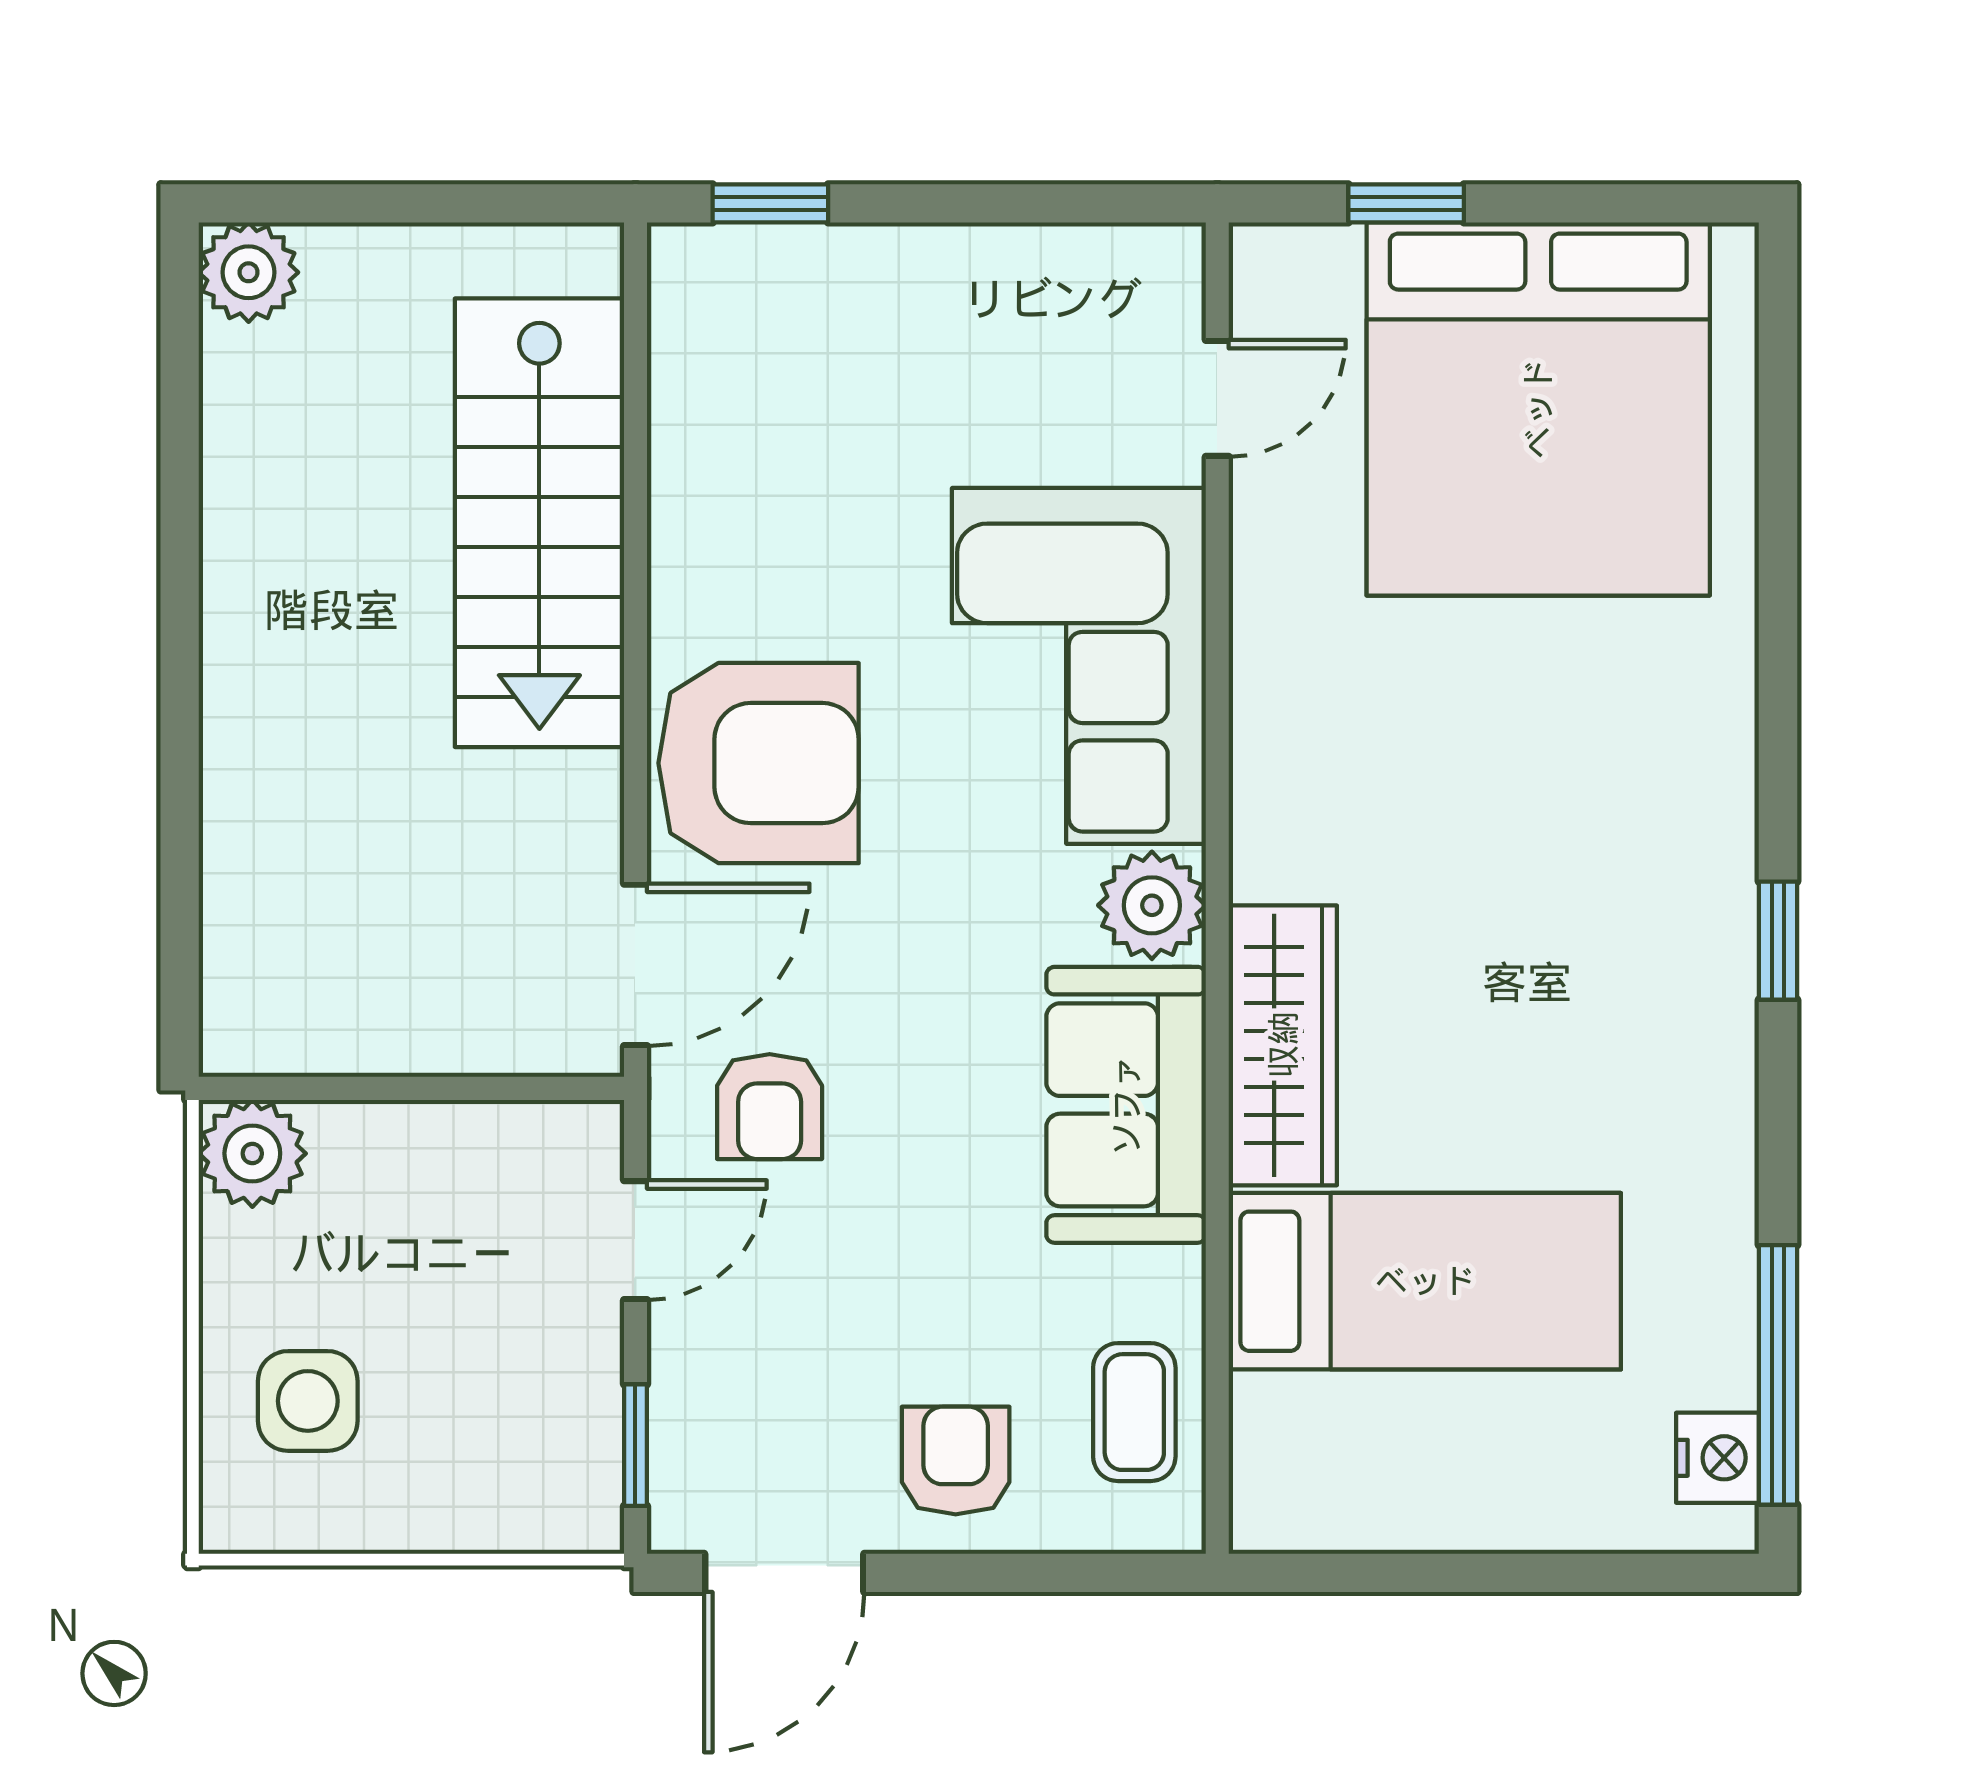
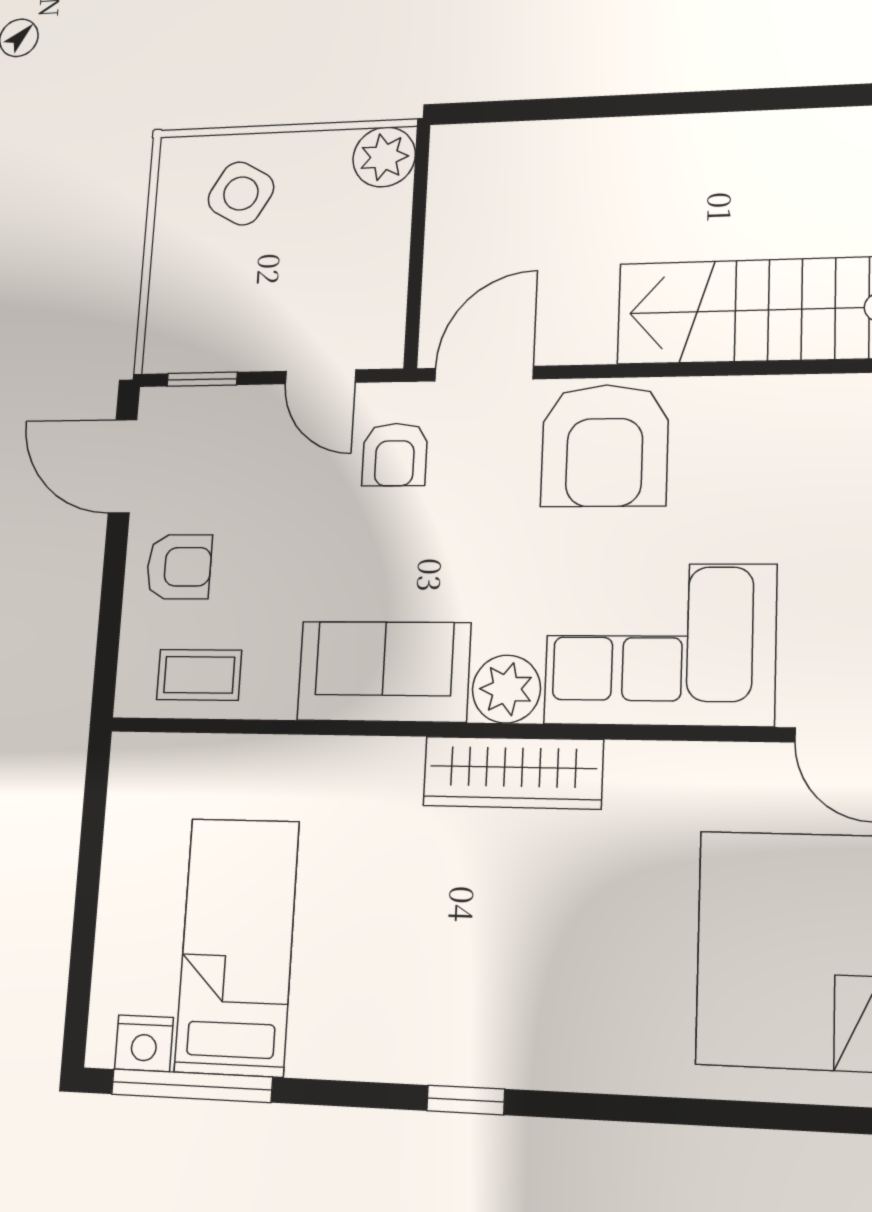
door: (635, 965) -> (484, 374), swing flipped
wardrobe: (1283, 1045) -> (513, 773), moved
armchair: (770, 1107) -> (395, 455), turned -90
bed: (1425, 1281) -> (237, 946), moved, turned 180
side table: (308, 1401) -> (241, 193), turned 30

